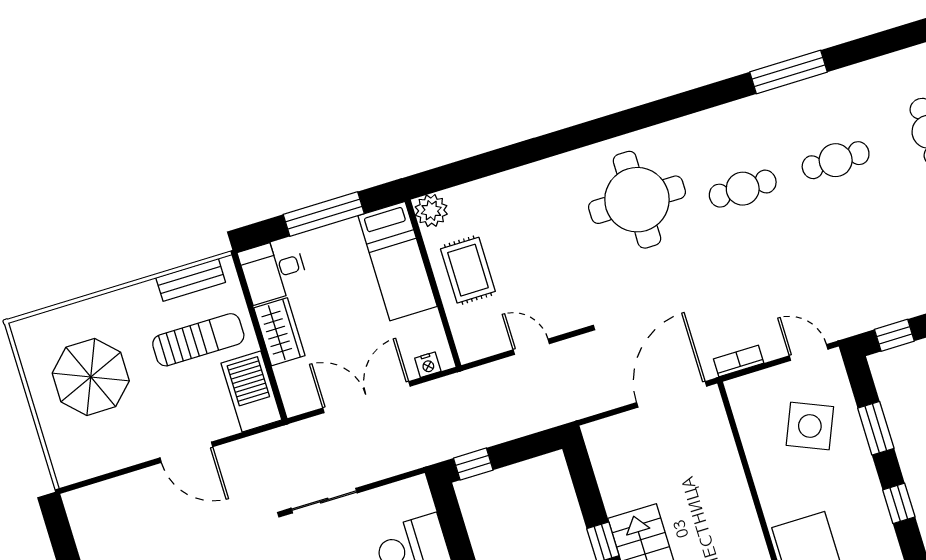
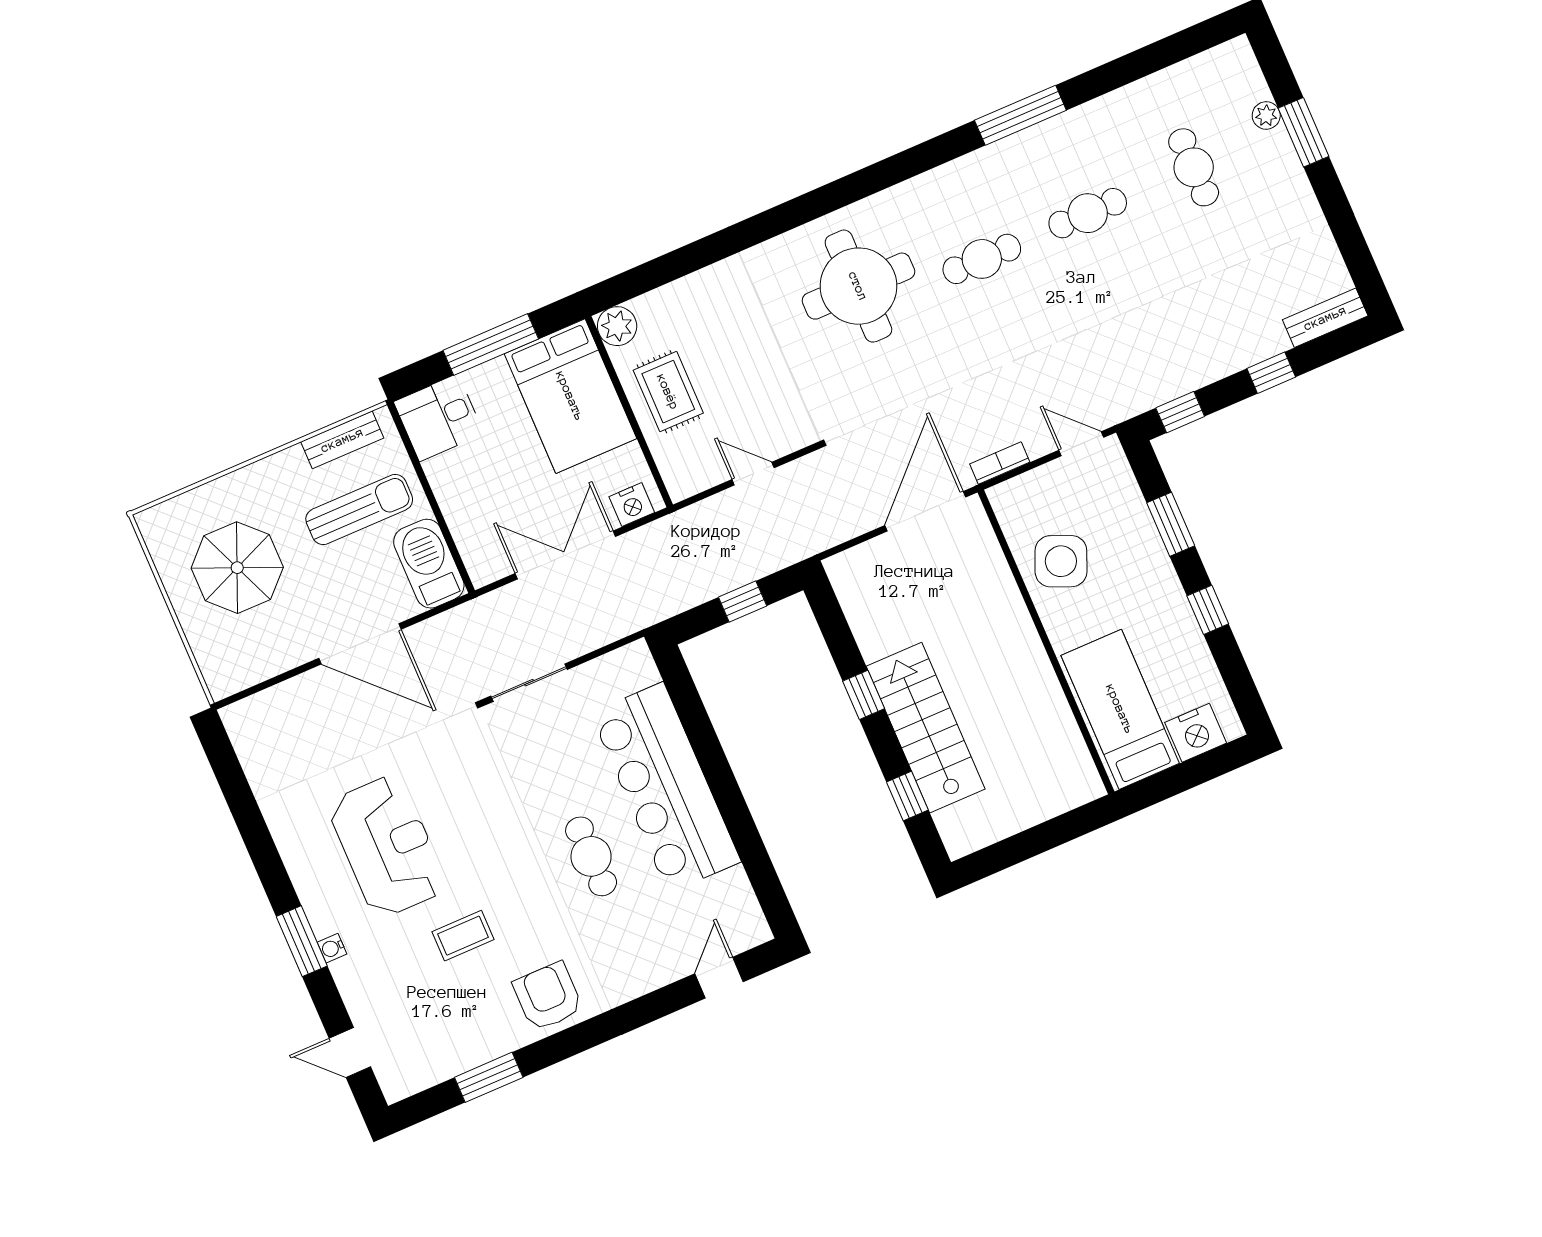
bed: (398, 261) -> (570, 396), width x1.50
wardrobe: (279, 332) -> (454, 489), removed
nightstand: (428, 365) -> (632, 505), width x1.39, depth x1.35
side table: (810, 426) -> (1061, 561), moved
door: (186, 452) -> (360, 644), width x1.36
window: (473, 464) -> (743, 601), moved

